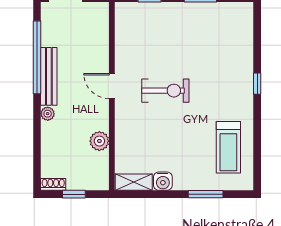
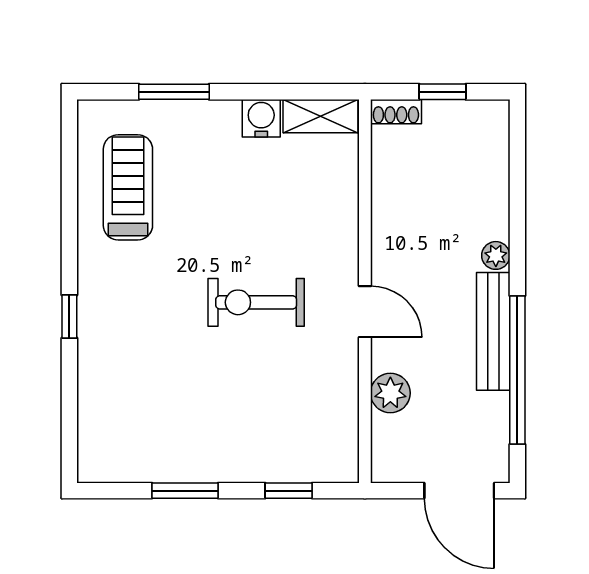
plant: (99, 141) -> (390, 393), moved
shoe rack: (53, 184) -> (396, 112), moved

